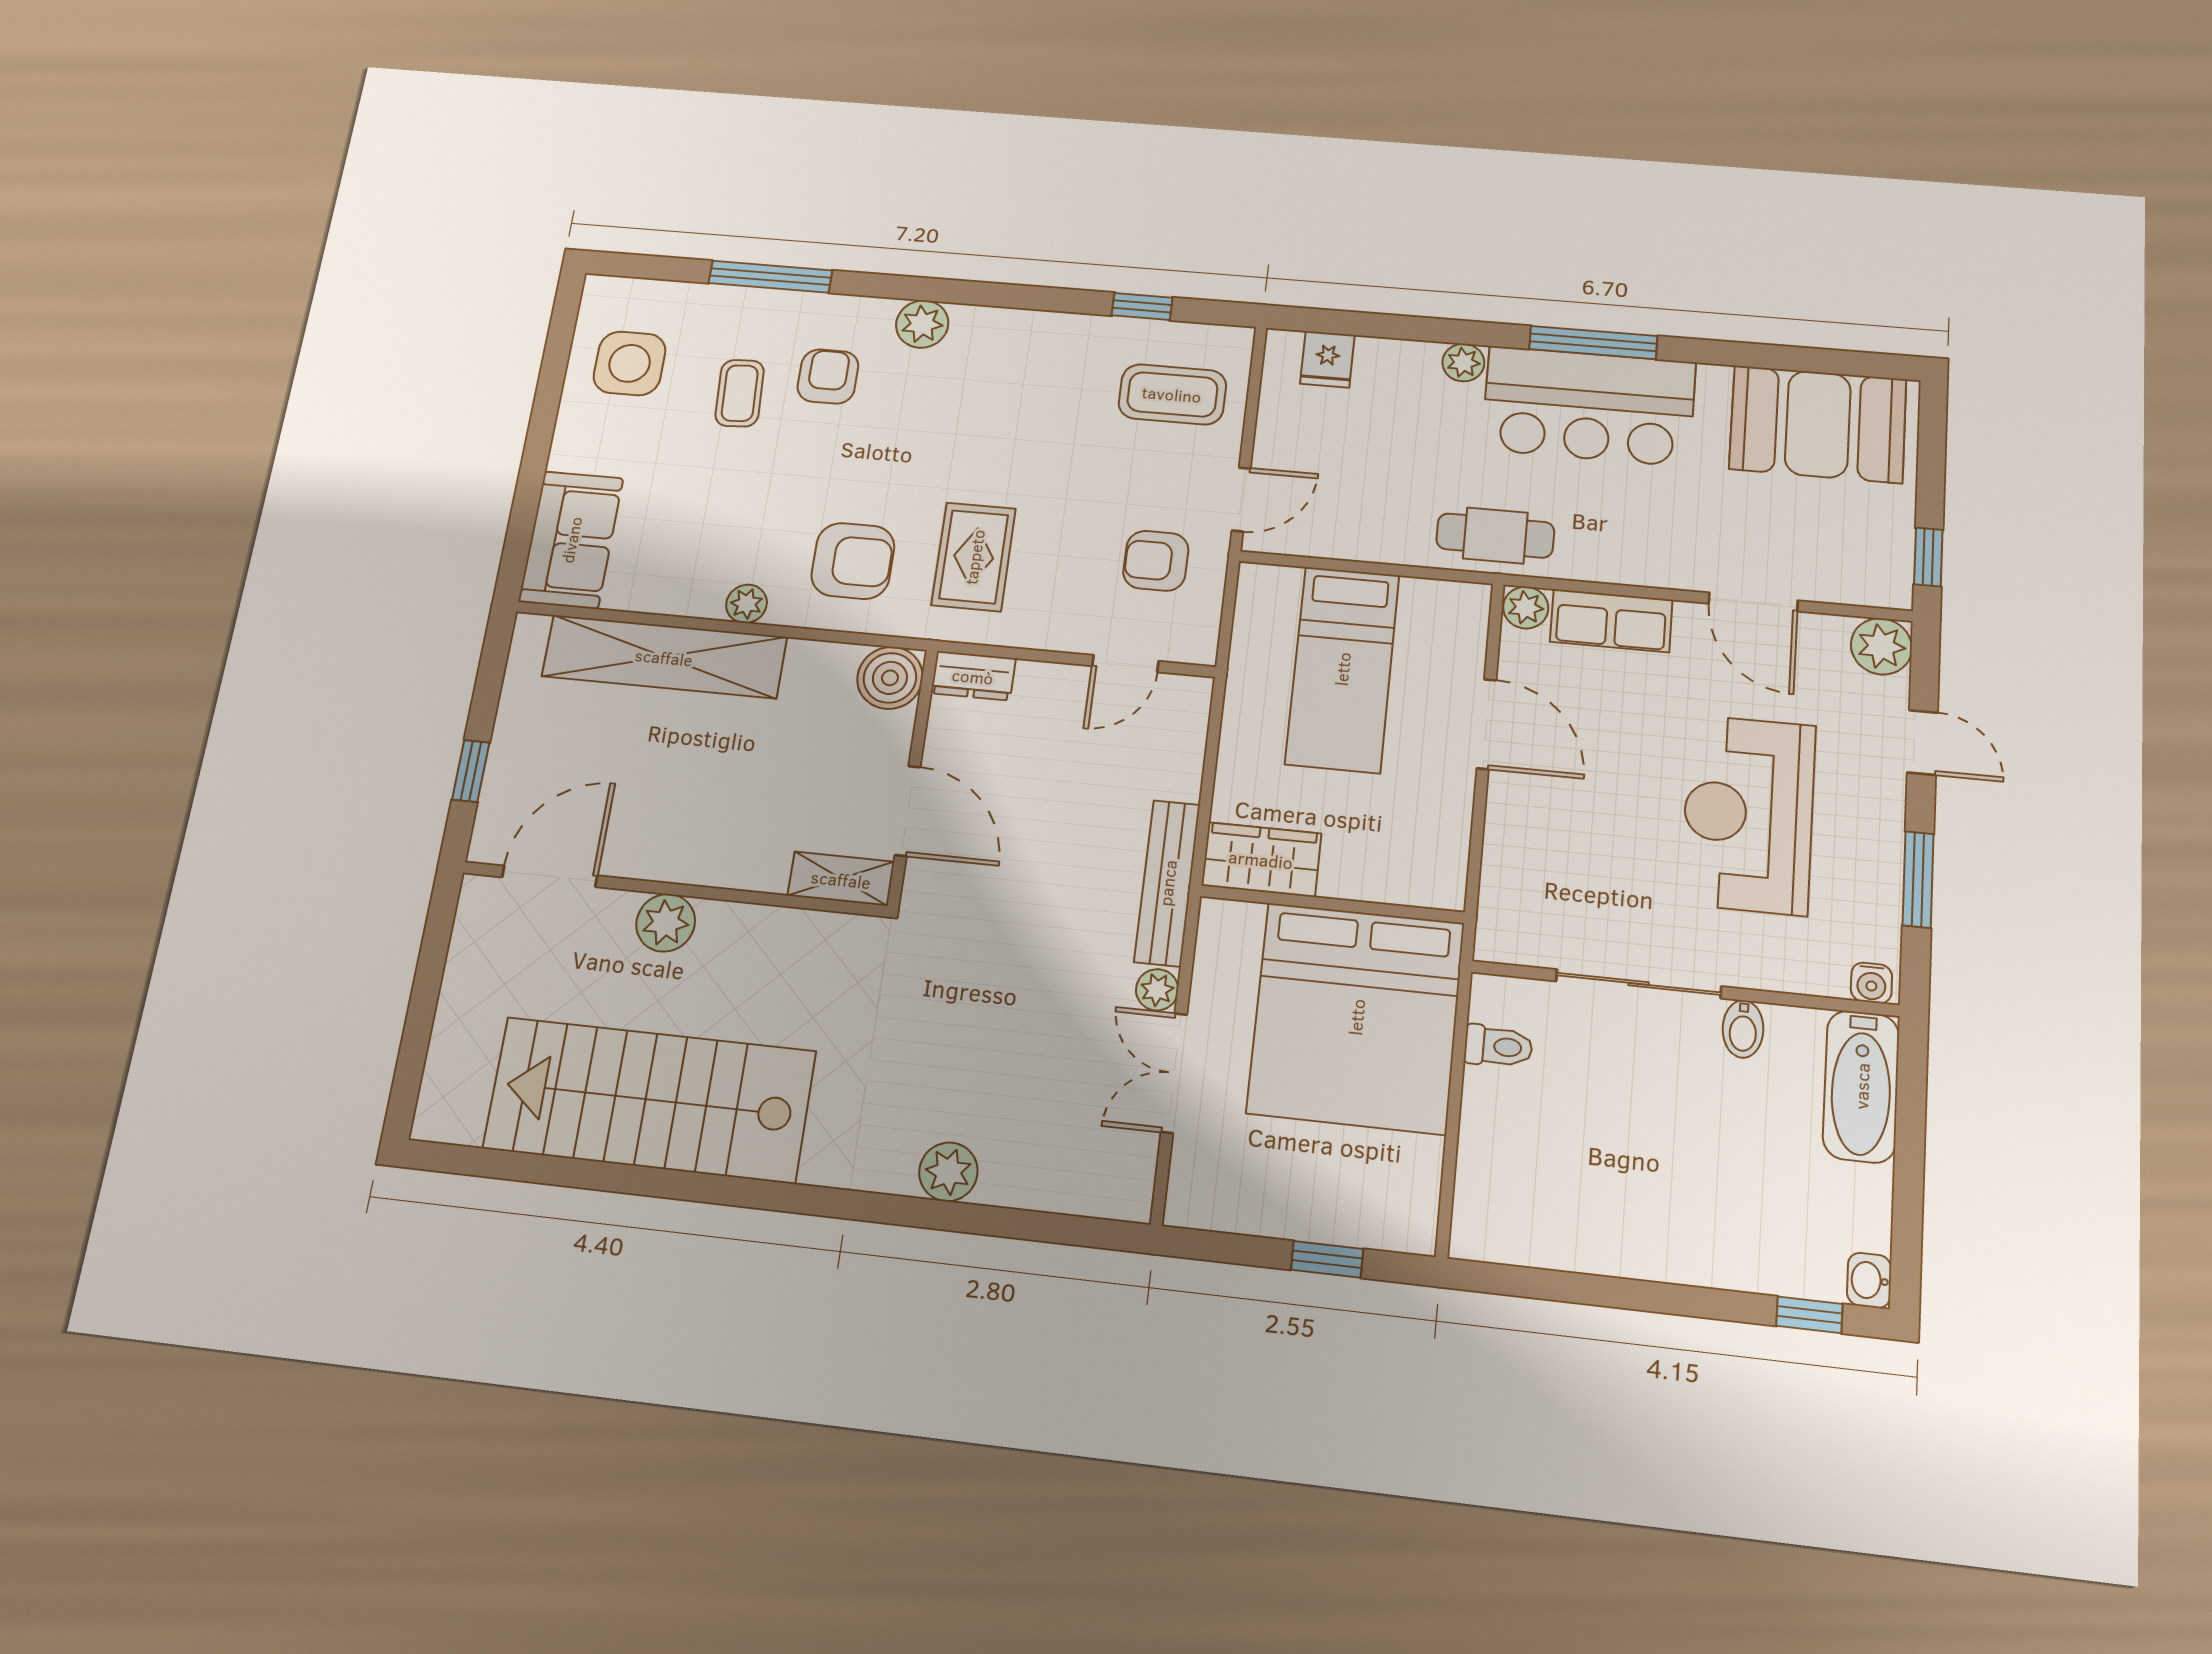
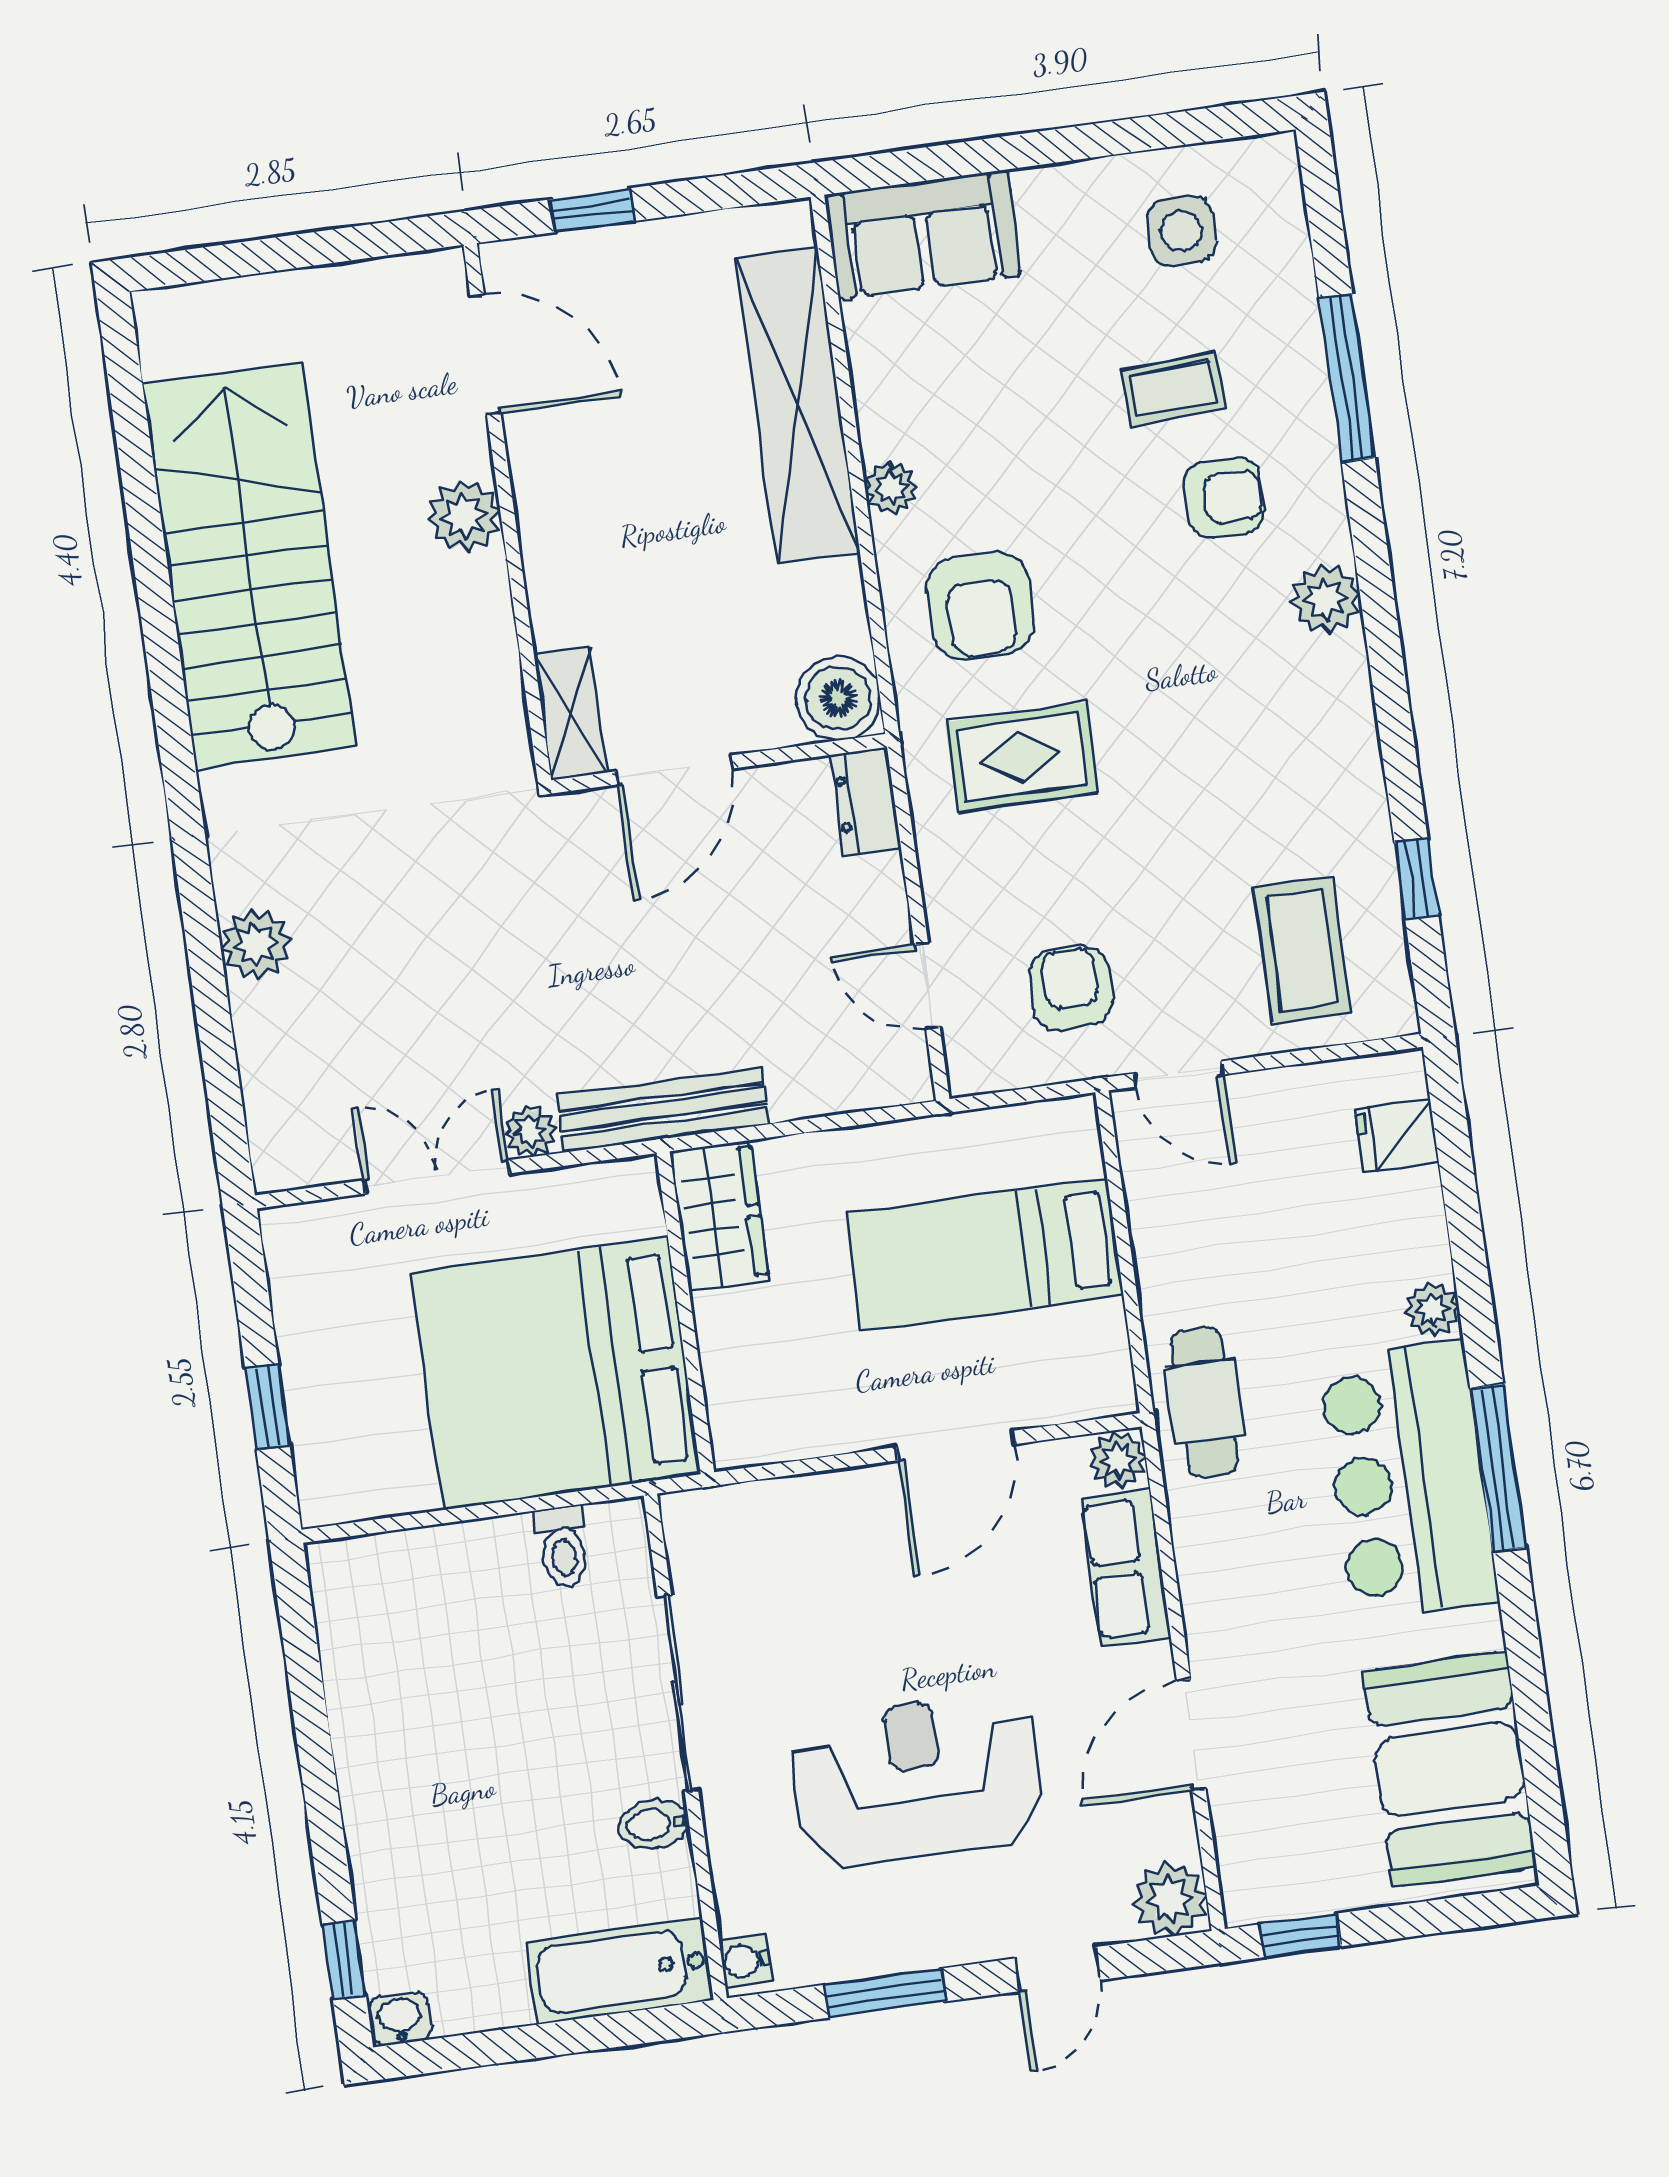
side table: (630, 363) -> (1181, 231), width x0.73, depth x0.73

